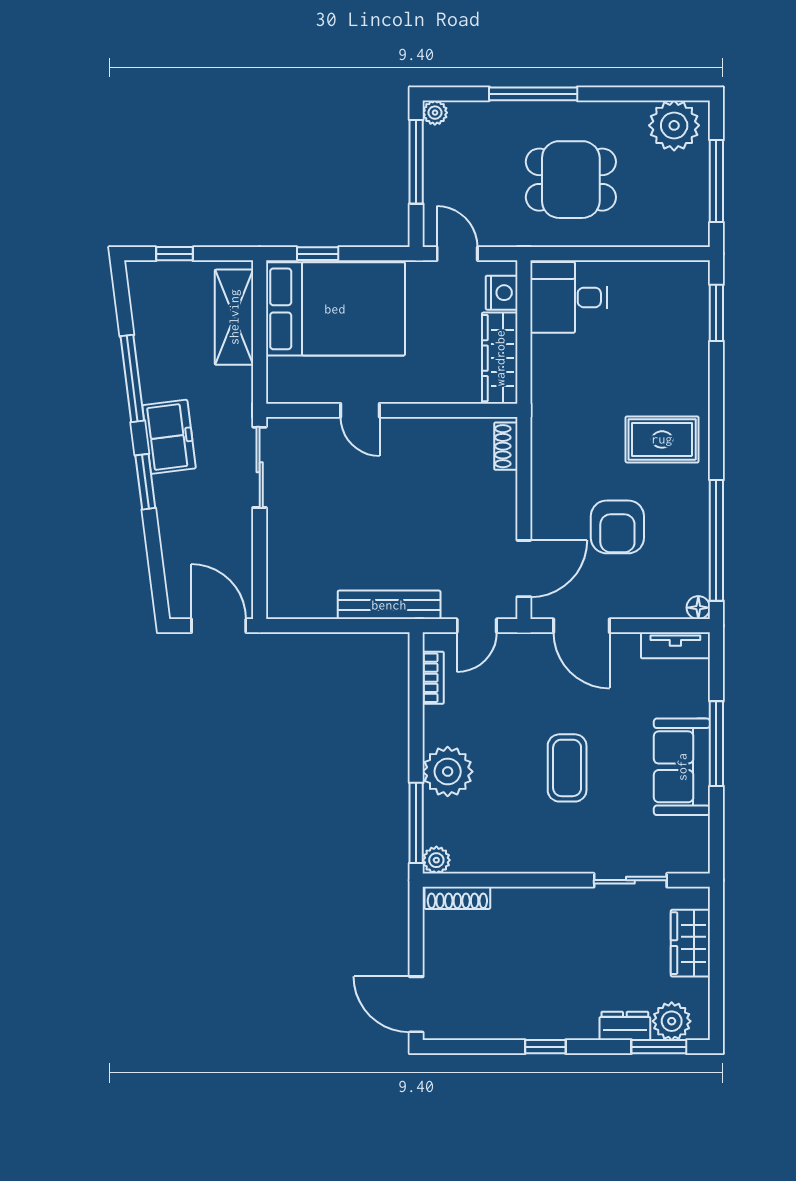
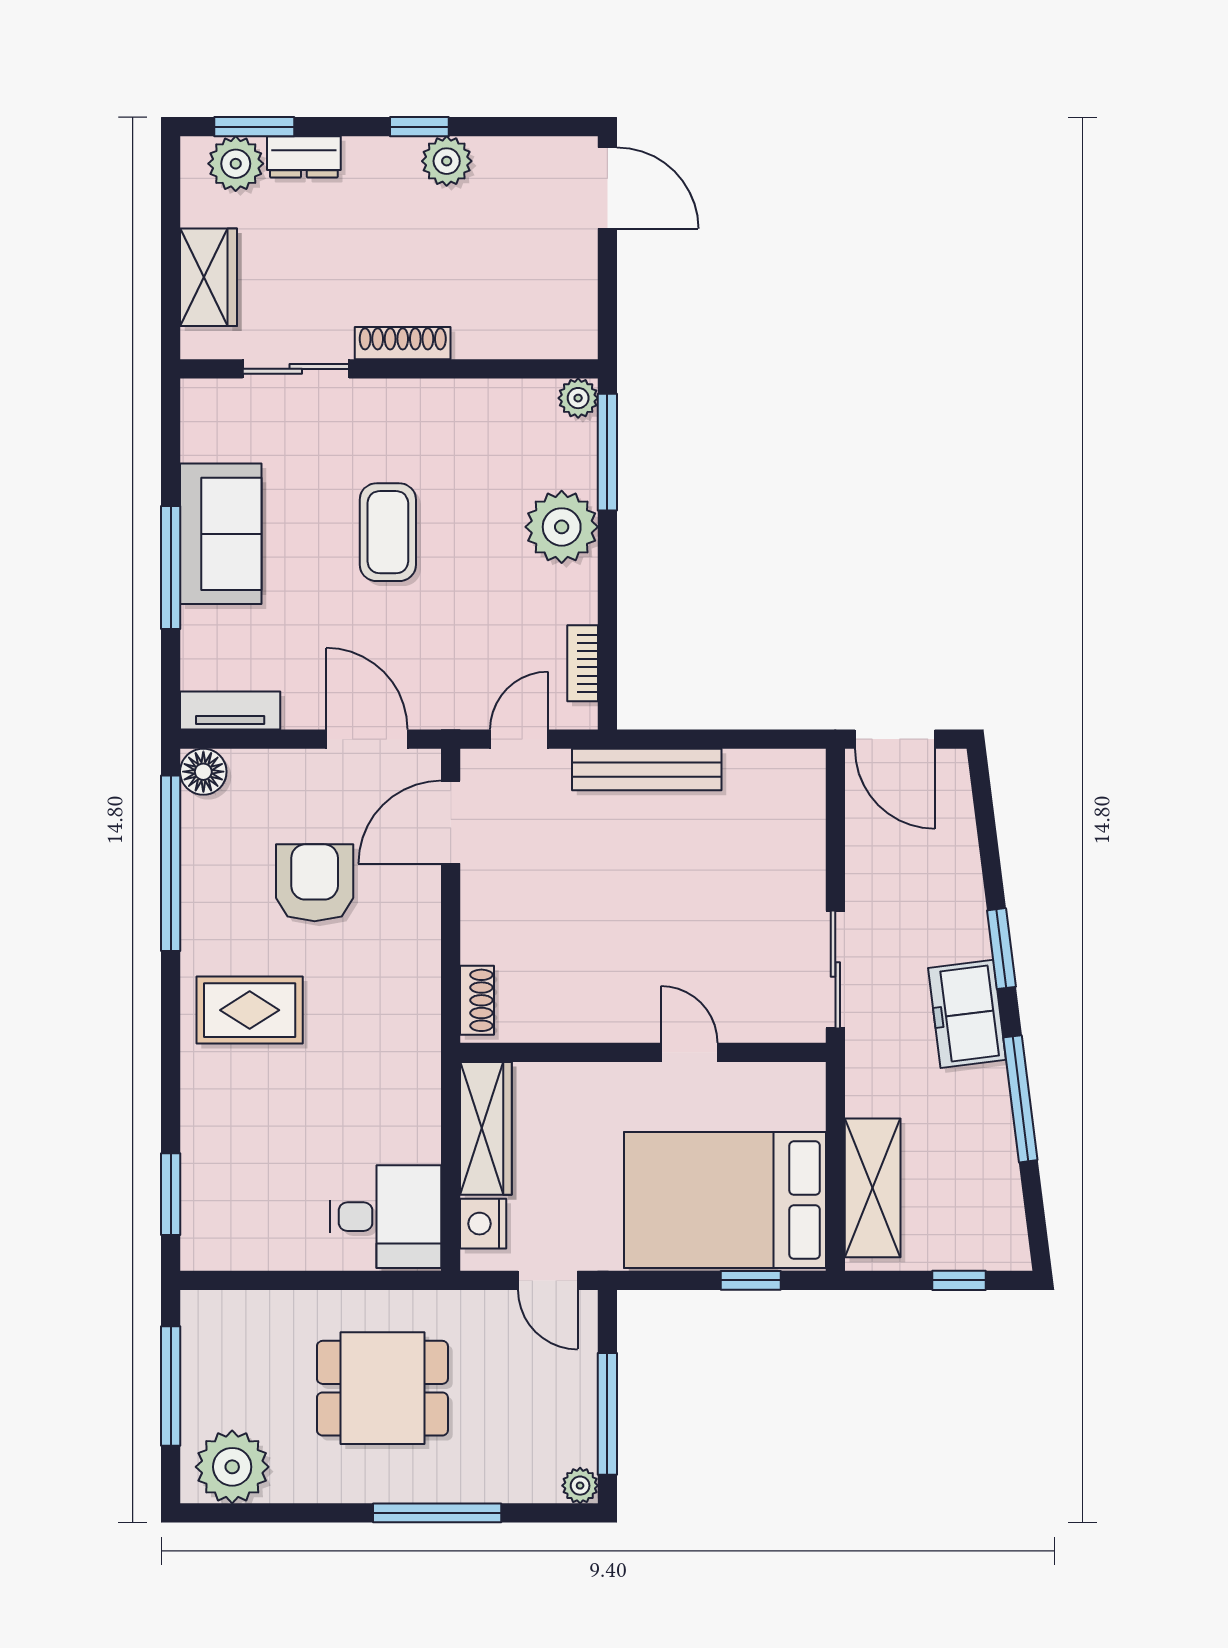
floor lamp: (698, 608) -> (203, 772), width x1.37, depth x1.37
shoe rack: (457, 898) -> (403, 343), moved
plant: (527, 1023) -> (447, 161), added

